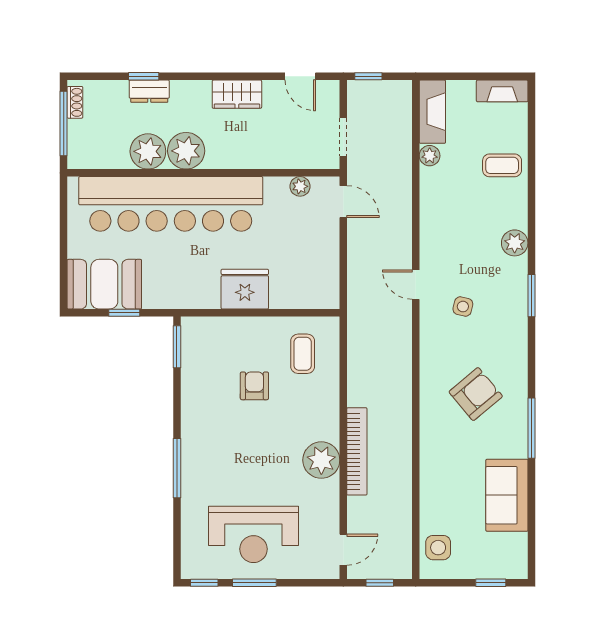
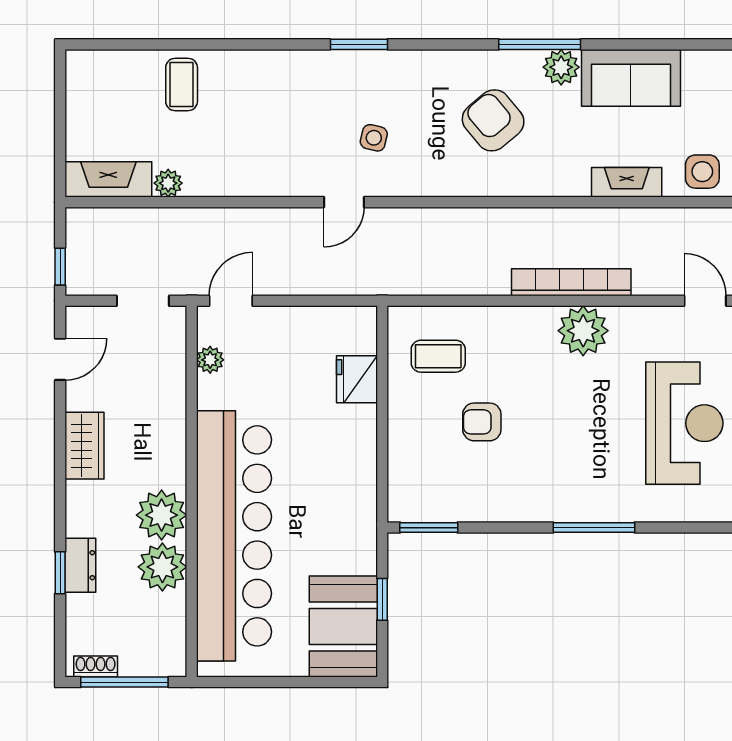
fireplace: (502, 91) -> (627, 182), moved, turned -90
plant: (515, 243) -> (561, 67), moved
fridge: (245, 289) -> (357, 379), moved, width x0.73, depth x0.75

